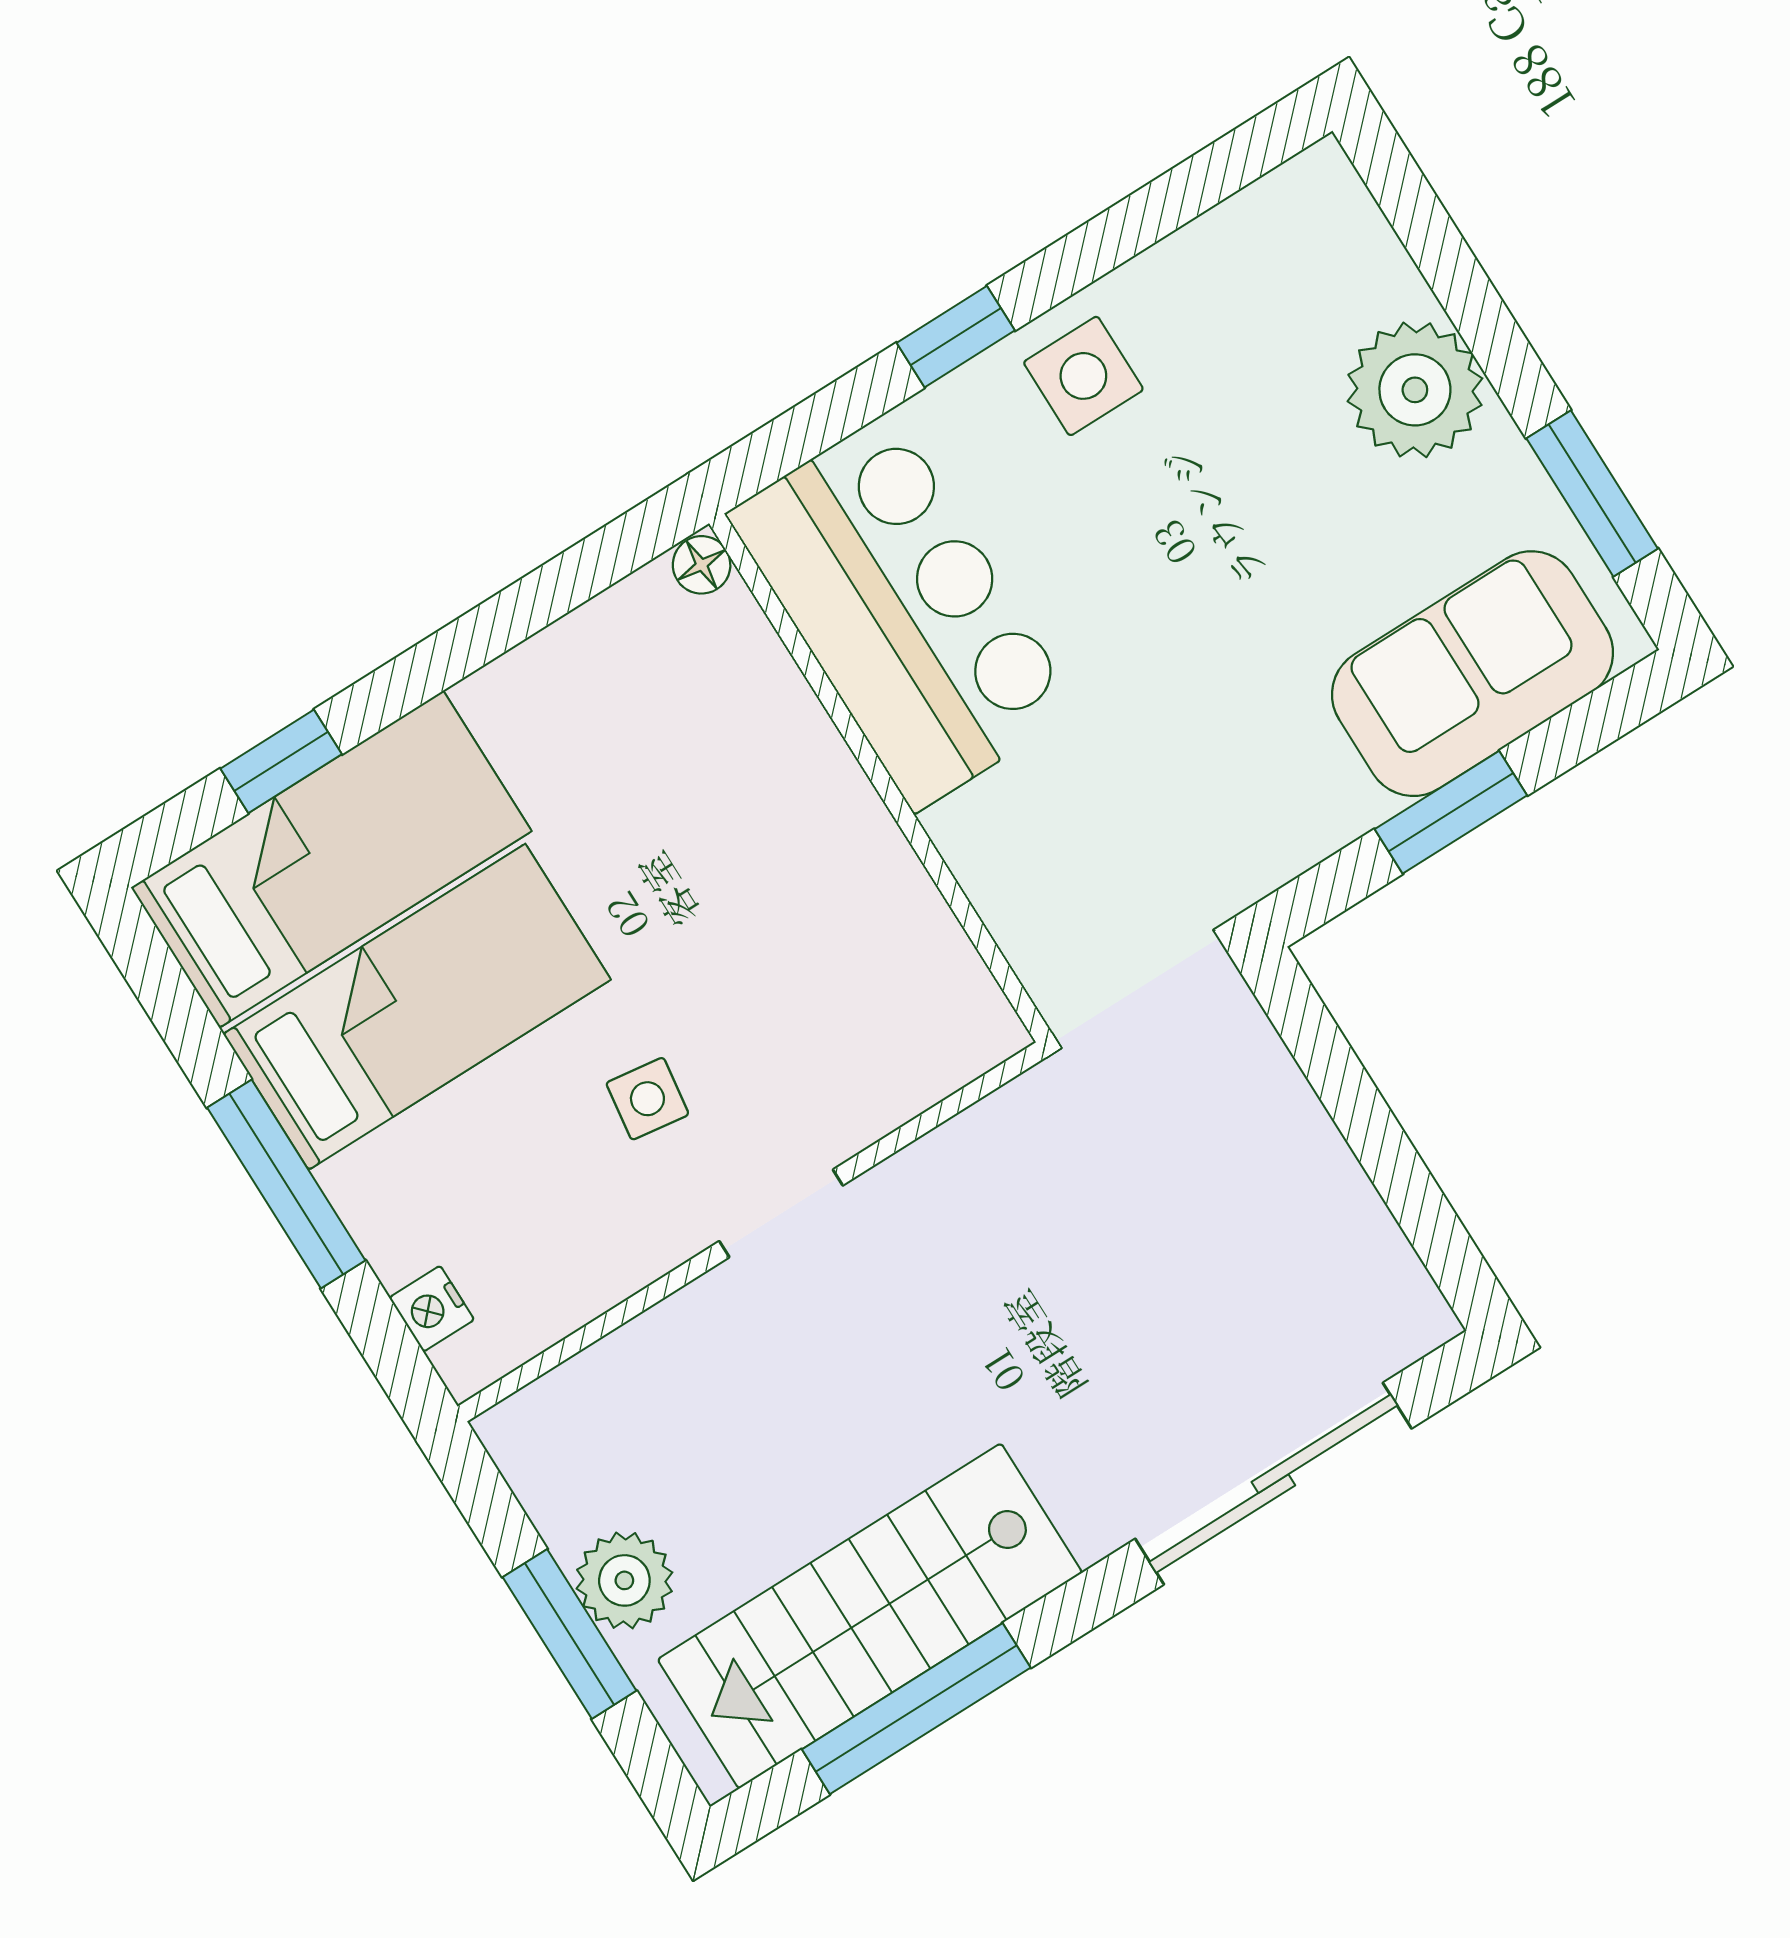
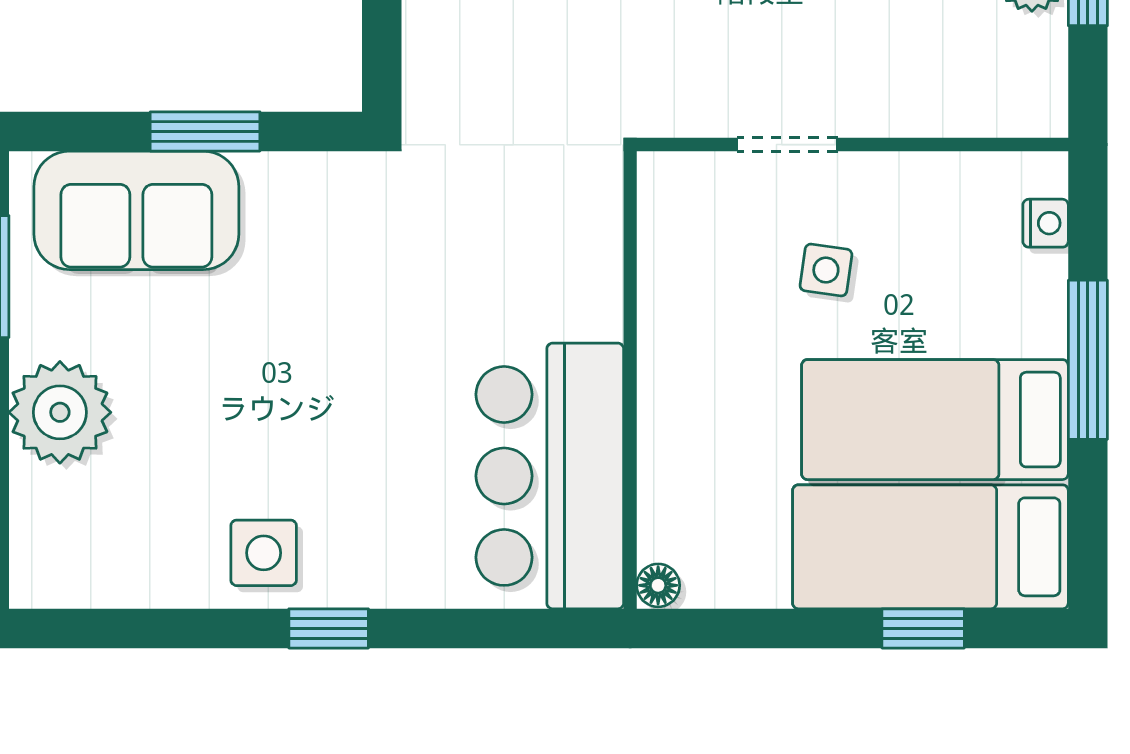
floor lamp: (702, 565) -> (658, 585), moved
bar counter: (903, 612) -> (550, 476), moved
wall: (880, 778) -> (630, 380), moved

